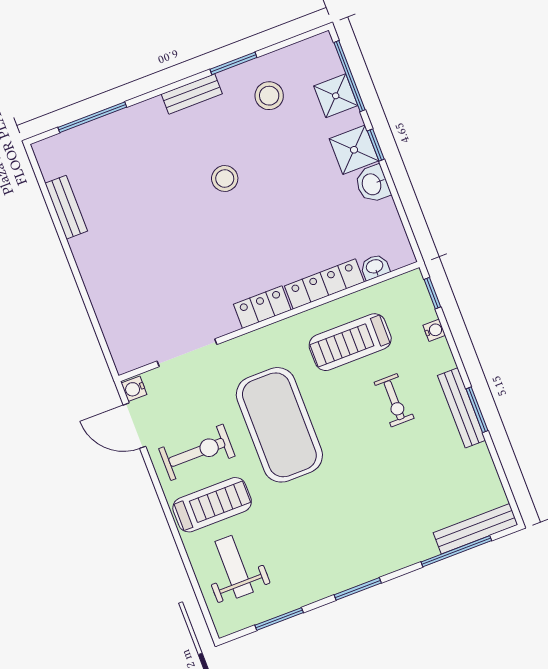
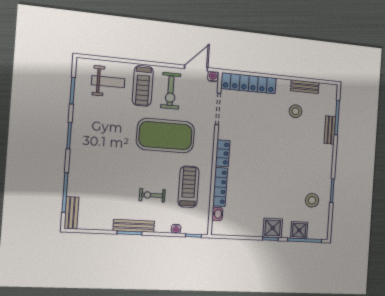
bench: (192, 94) -> (330, 130), moved
stool: (225, 179) -> (296, 111), moved
washbasin: (372, 184) -> (254, 230), removed
locker: (113, 317) -> (249, 83), added
bench: (476, 529) -> (71, 213), width x0.73

